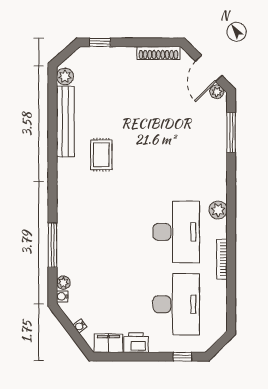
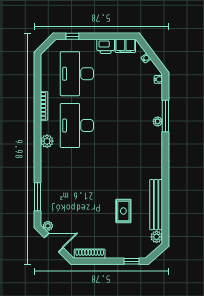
door: (209, 68) -> (54, 243), hinge flipped
rug: (101, 155) -> (123, 211), moved
plant: (63, 283) -> (158, 121), moved

